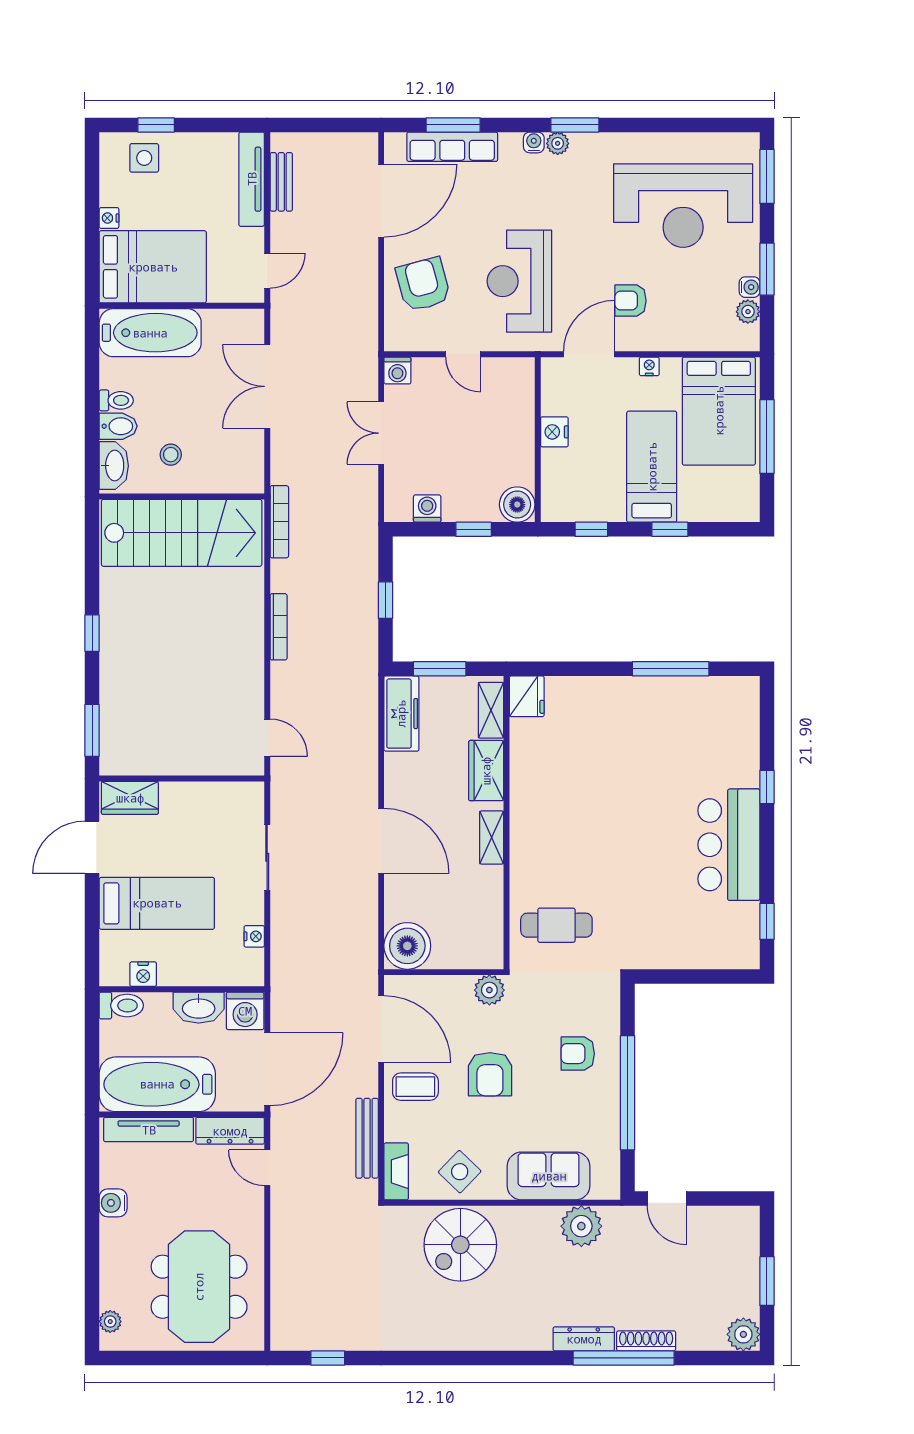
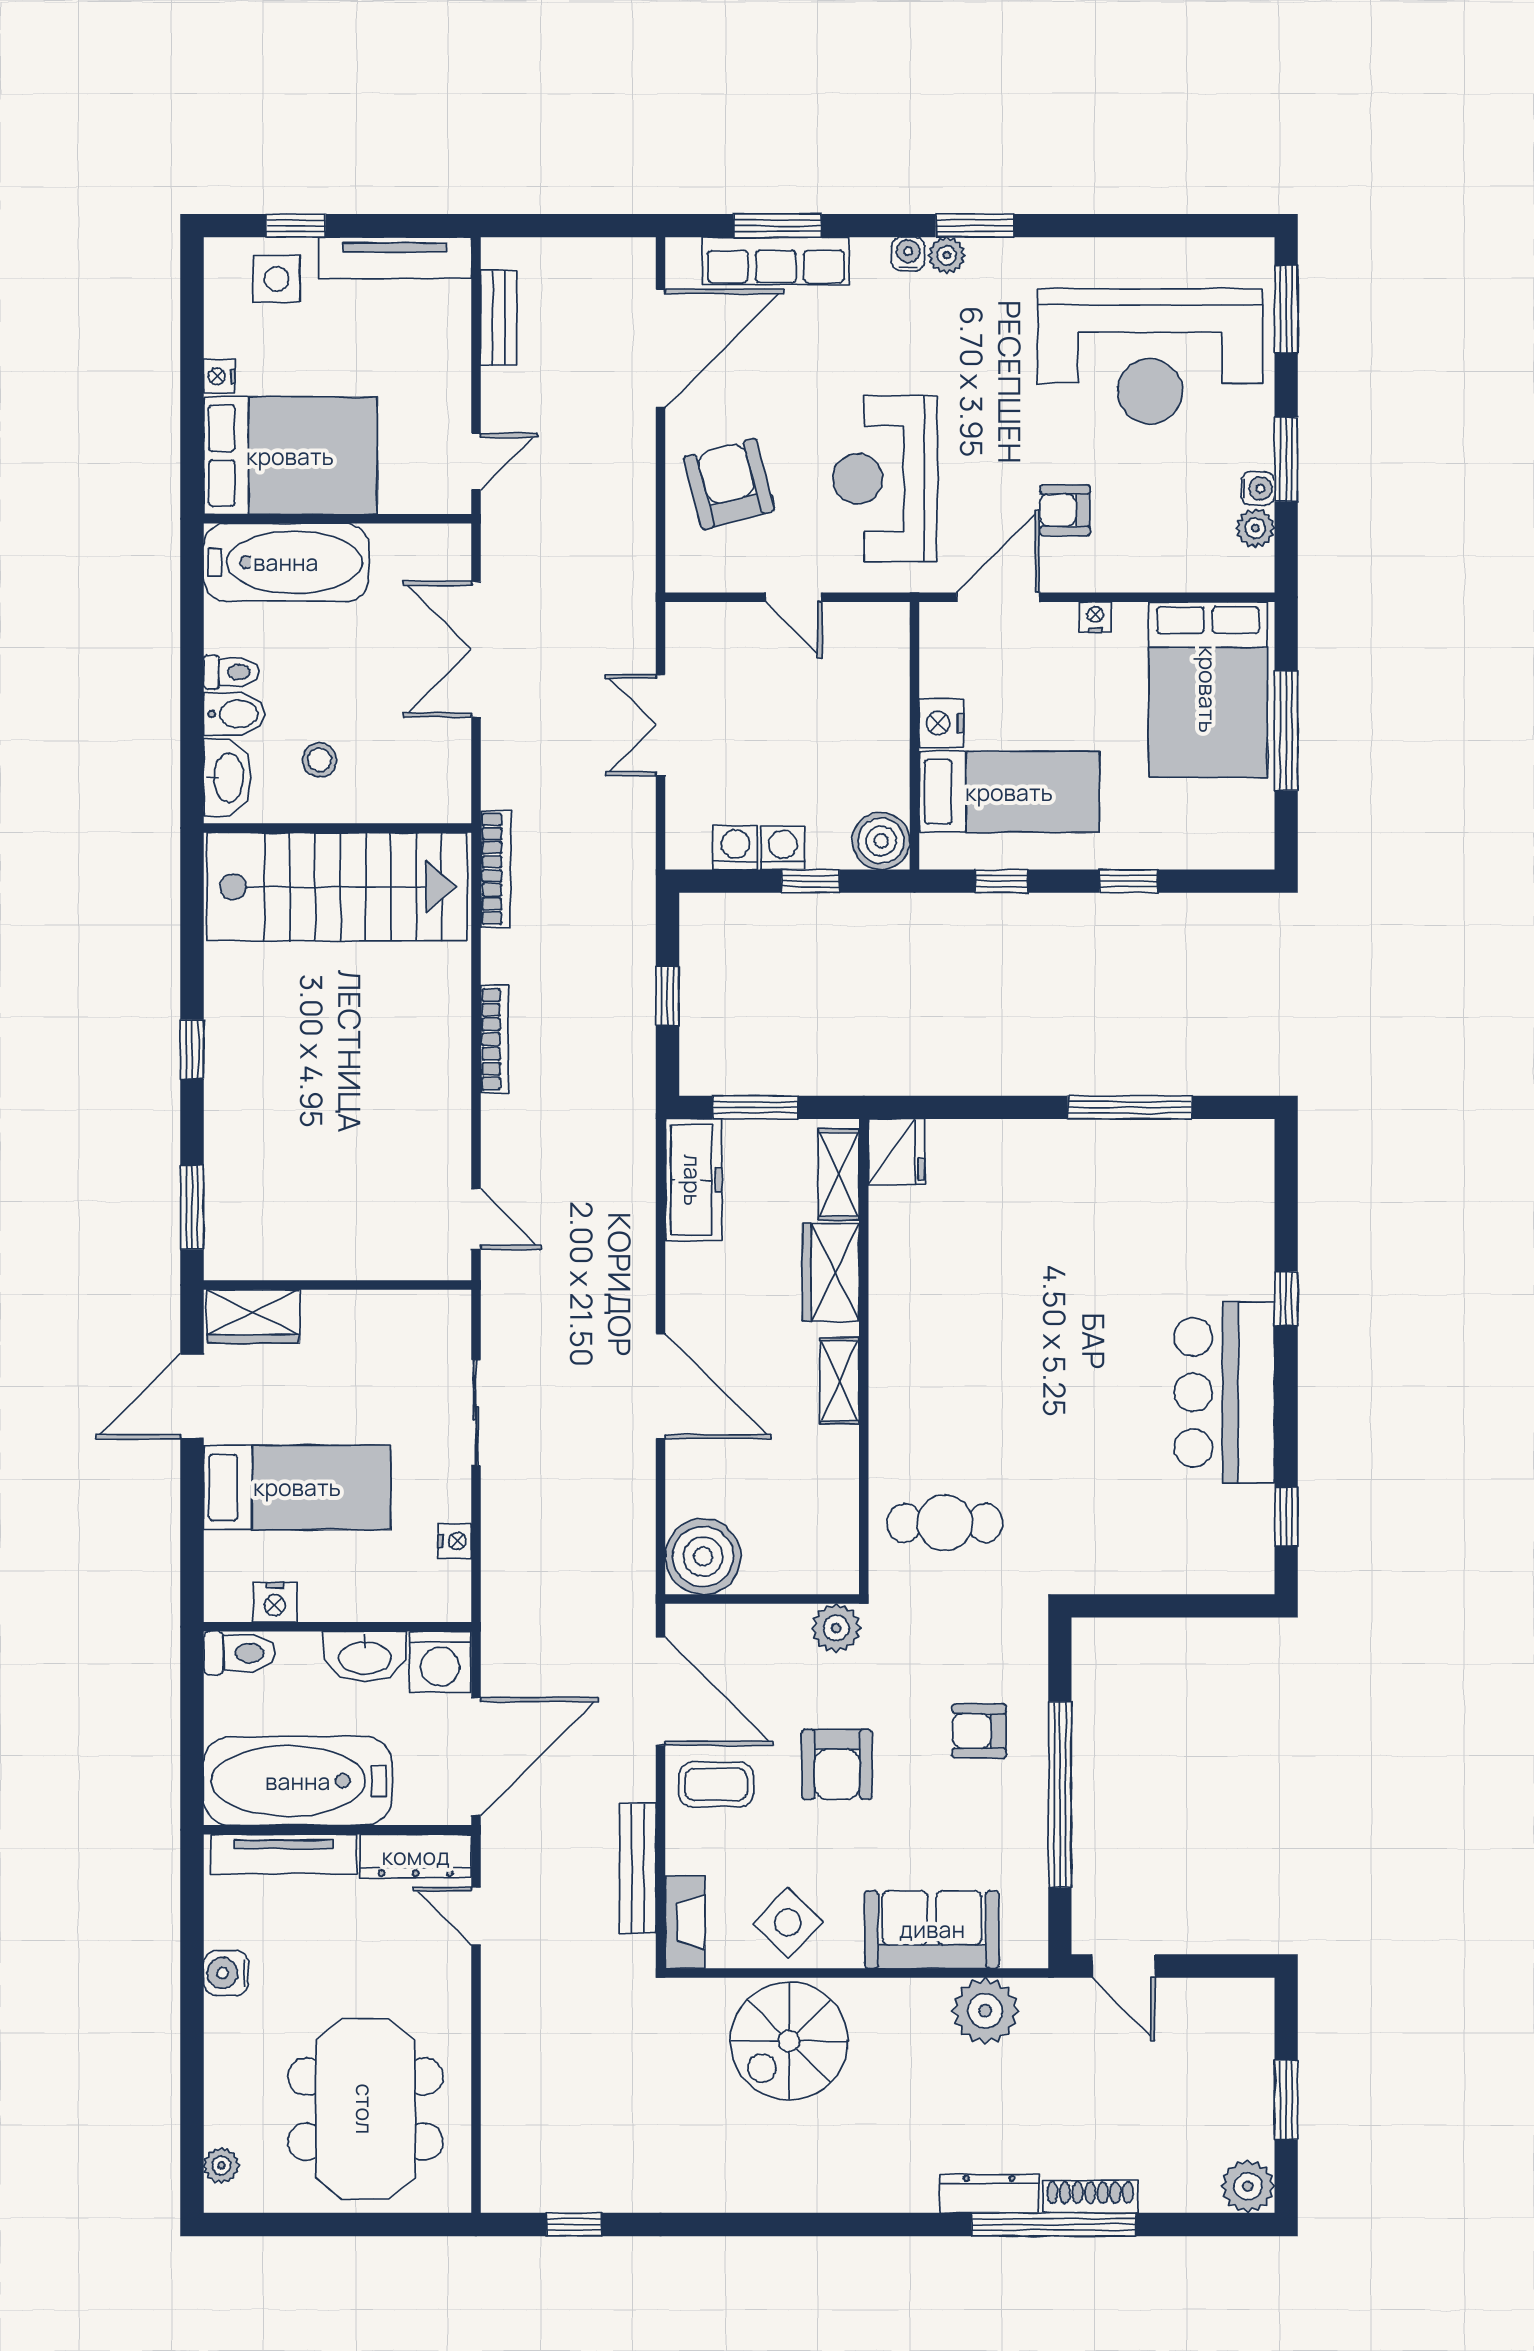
tv unit: (252, 179) -> (395, 258), moved, turned -90
washing machine: (397, 371) -> (783, 848), moved, turned 180
bed: (652, 467) -> (1009, 792), moved, turned 90

